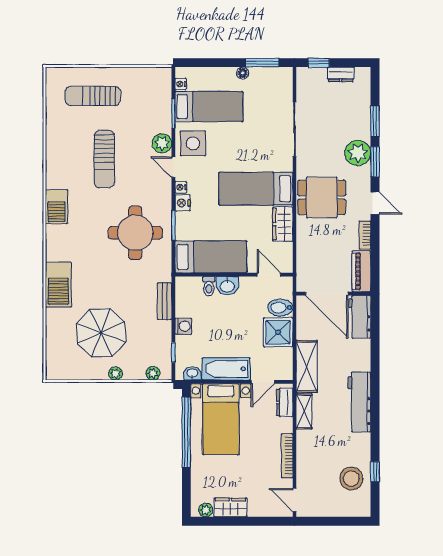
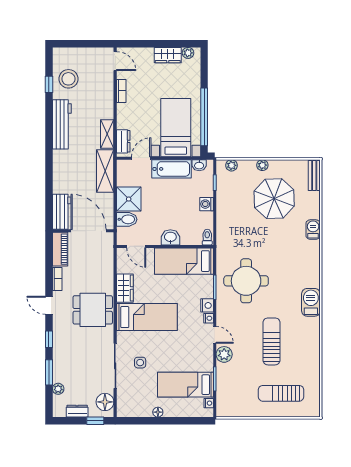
window: (262, 63) -> (142, 421), removed
floor lamp: (307, 85) -> (105, 402), added
sun lounger: (93, 96) -> (281, 393), turned 180
side table: (193, 143) -> (140, 363), moved, width x0.54, depth x0.54
plant: (358, 153) -> (58, 389), moved, width x0.53, depth x0.53
window: (375, 162) -> (49, 339), width x0.67
barbecue: (58, 285) -> (313, 230), width x0.53, depth x0.65
toilet: (209, 286) -> (207, 237), moved
bench: (165, 301) -> (314, 175), moved
workbench: (359, 402) -> (62, 124), moved
bookcase: (287, 456) -> (121, 91), width x0.64

